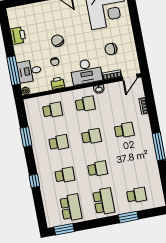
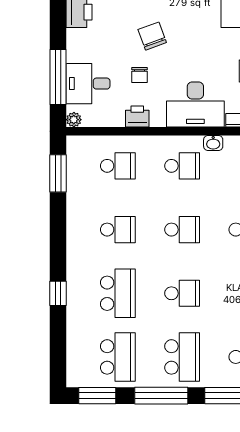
window: (26, 137) -> (58, 173), moved
school desk: (65, 175) -> (118, 293), width x1.85
window: (97, 223) -> (161, 396), added

